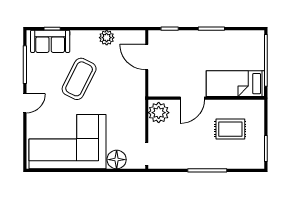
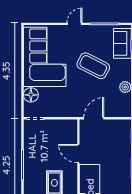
door: (147, 57) -> (94, 118), moved
door: (25, 103) -> (74, 24), swing flipped
plant: (159, 113) -> (67, 127), removed

